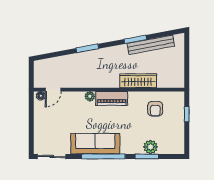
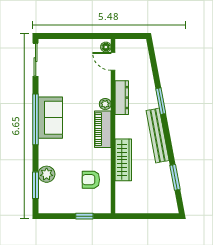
window: (135, 39) -> (175, 177), moved
bench: (151, 45) -> (158, 136), moved
dresser: (84, 82) -> (122, 98), added
sofa: (95, 144) -> (50, 118), width x0.73
window: (147, 156) -> (36, 185), moved

